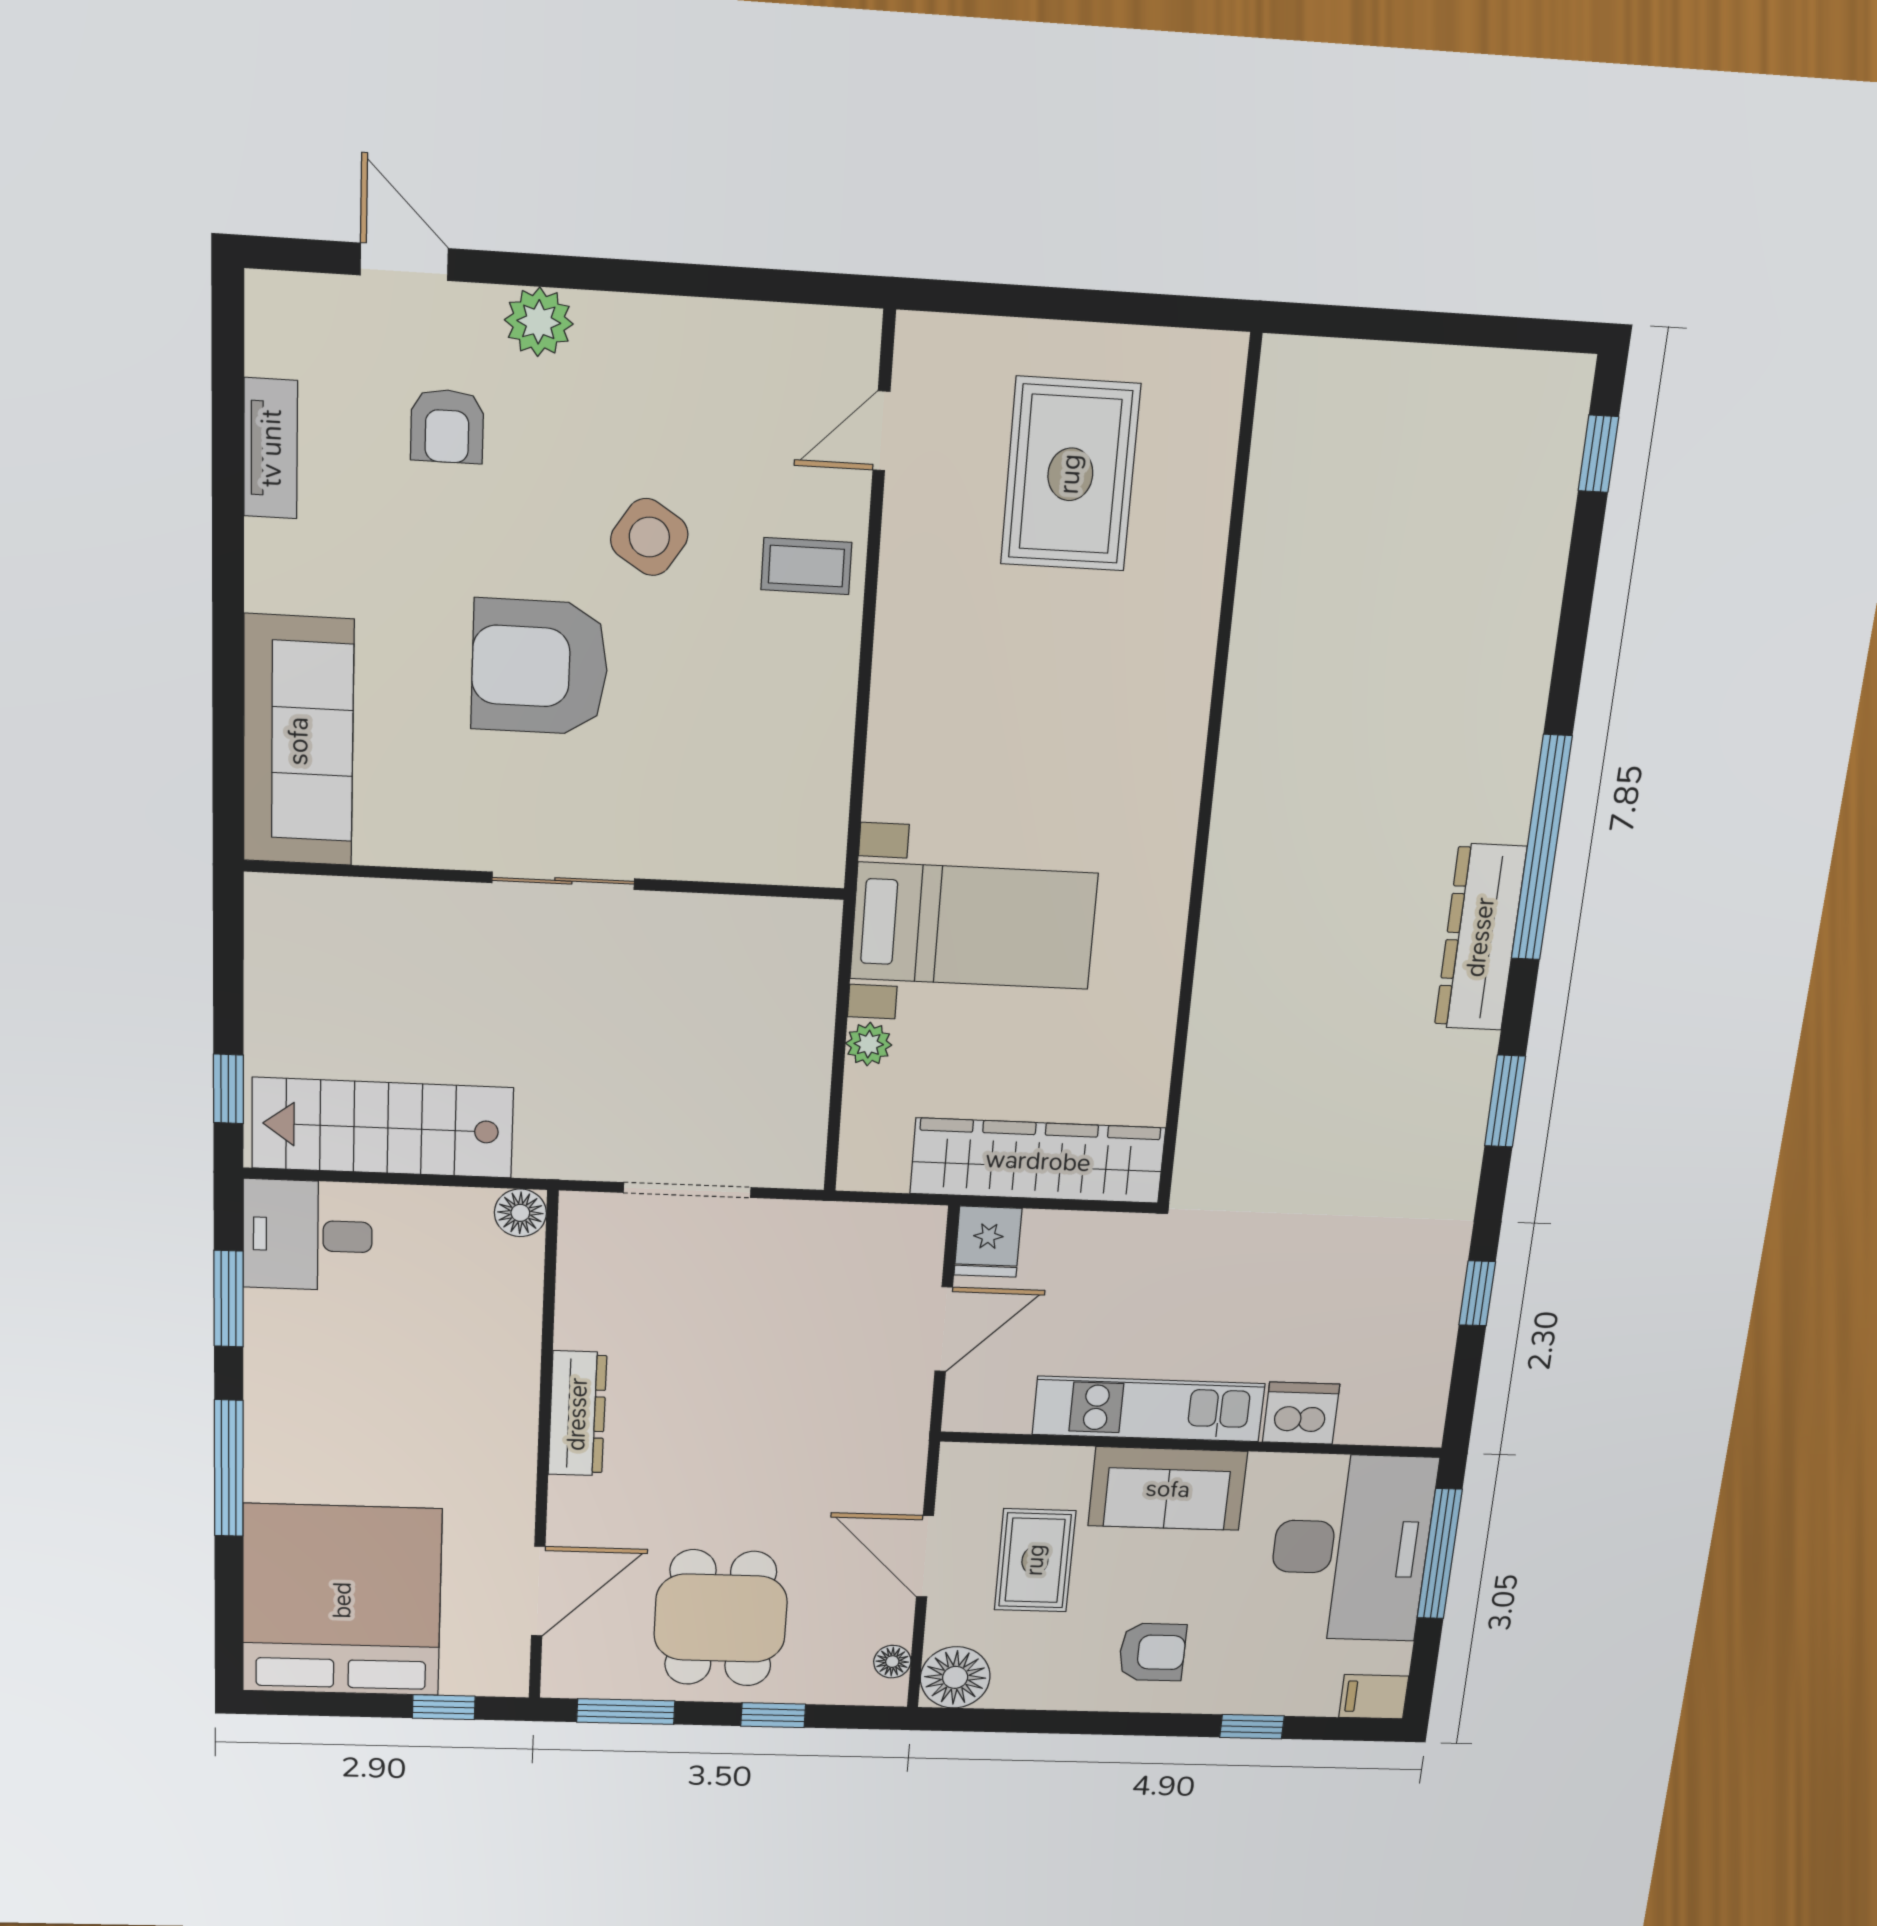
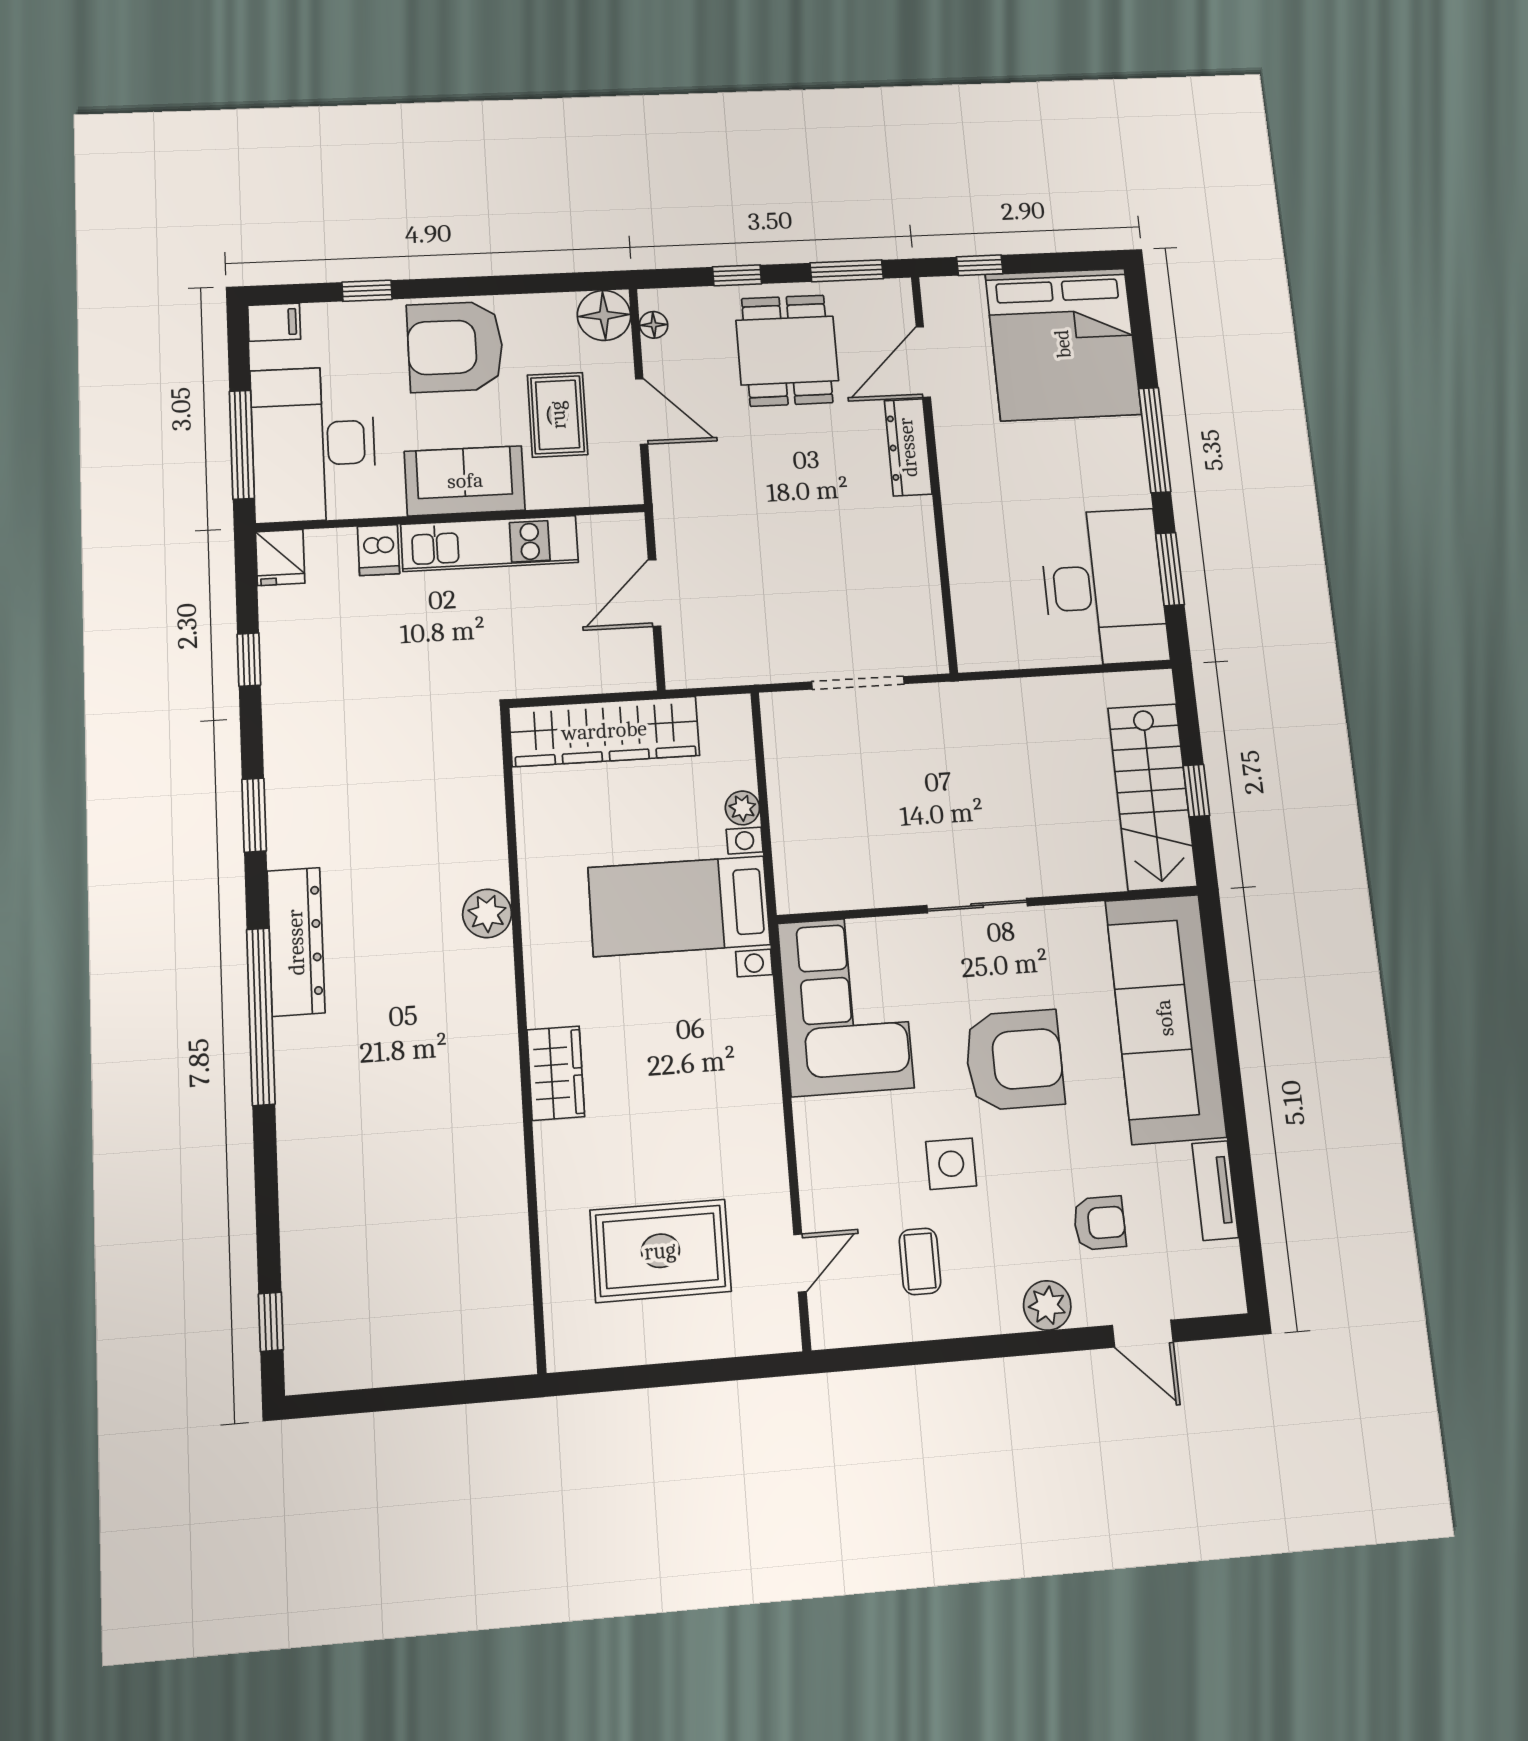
armchair: (447, 426) -> (1100, 1223), turned 90
rug: (1070, 474) -> (660, 1251), turned 90
side table: (649, 537) -> (951, 1164), turned -33
coffee table: (806, 566) -> (920, 1261), moved, turned 90
wardrobe: (1173, 728) -> (556, 1073), added
sofa: (298, 741) -> (1165, 1018), width x1.36, depth x1.27
corner sofa: (767, 769) -> (845, 1005), added
plant: (1229, 945) -> (487, 913), added
window: (228, 1089) -> (1196, 791), moved
stairs: (383, 1128) -> (1152, 797), moved, turned 90
floor lamp: (520, 1213) -> (975, 654), removed
desk: (308, 1235) -> (1104, 587), width x1.87, depth x1.30
fridge: (988, 1242) -> (280, 557), moved, turned 180
dishwasher: (1301, 1413) -> (378, 550), width x0.73
dresser: (577, 1414) -> (908, 447), moved
armchair: (1152, 1652) -> (455, 347), width x1.88, depth x1.88

